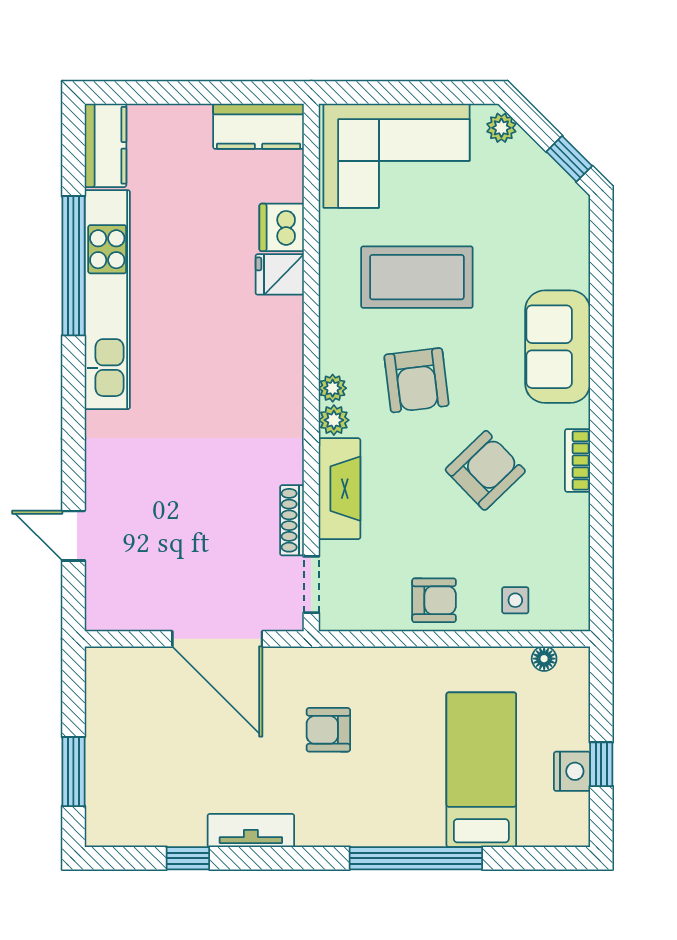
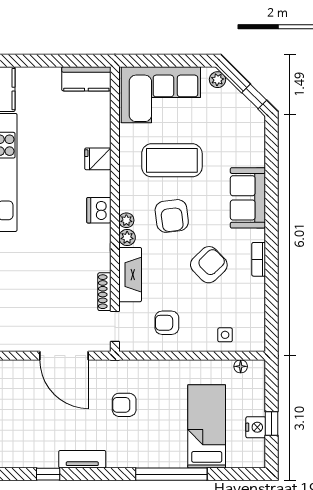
dishwasher: (282, 227) -> (99, 210), moved
armchair: (434, 600) -> (167, 323), moved, turned 180

